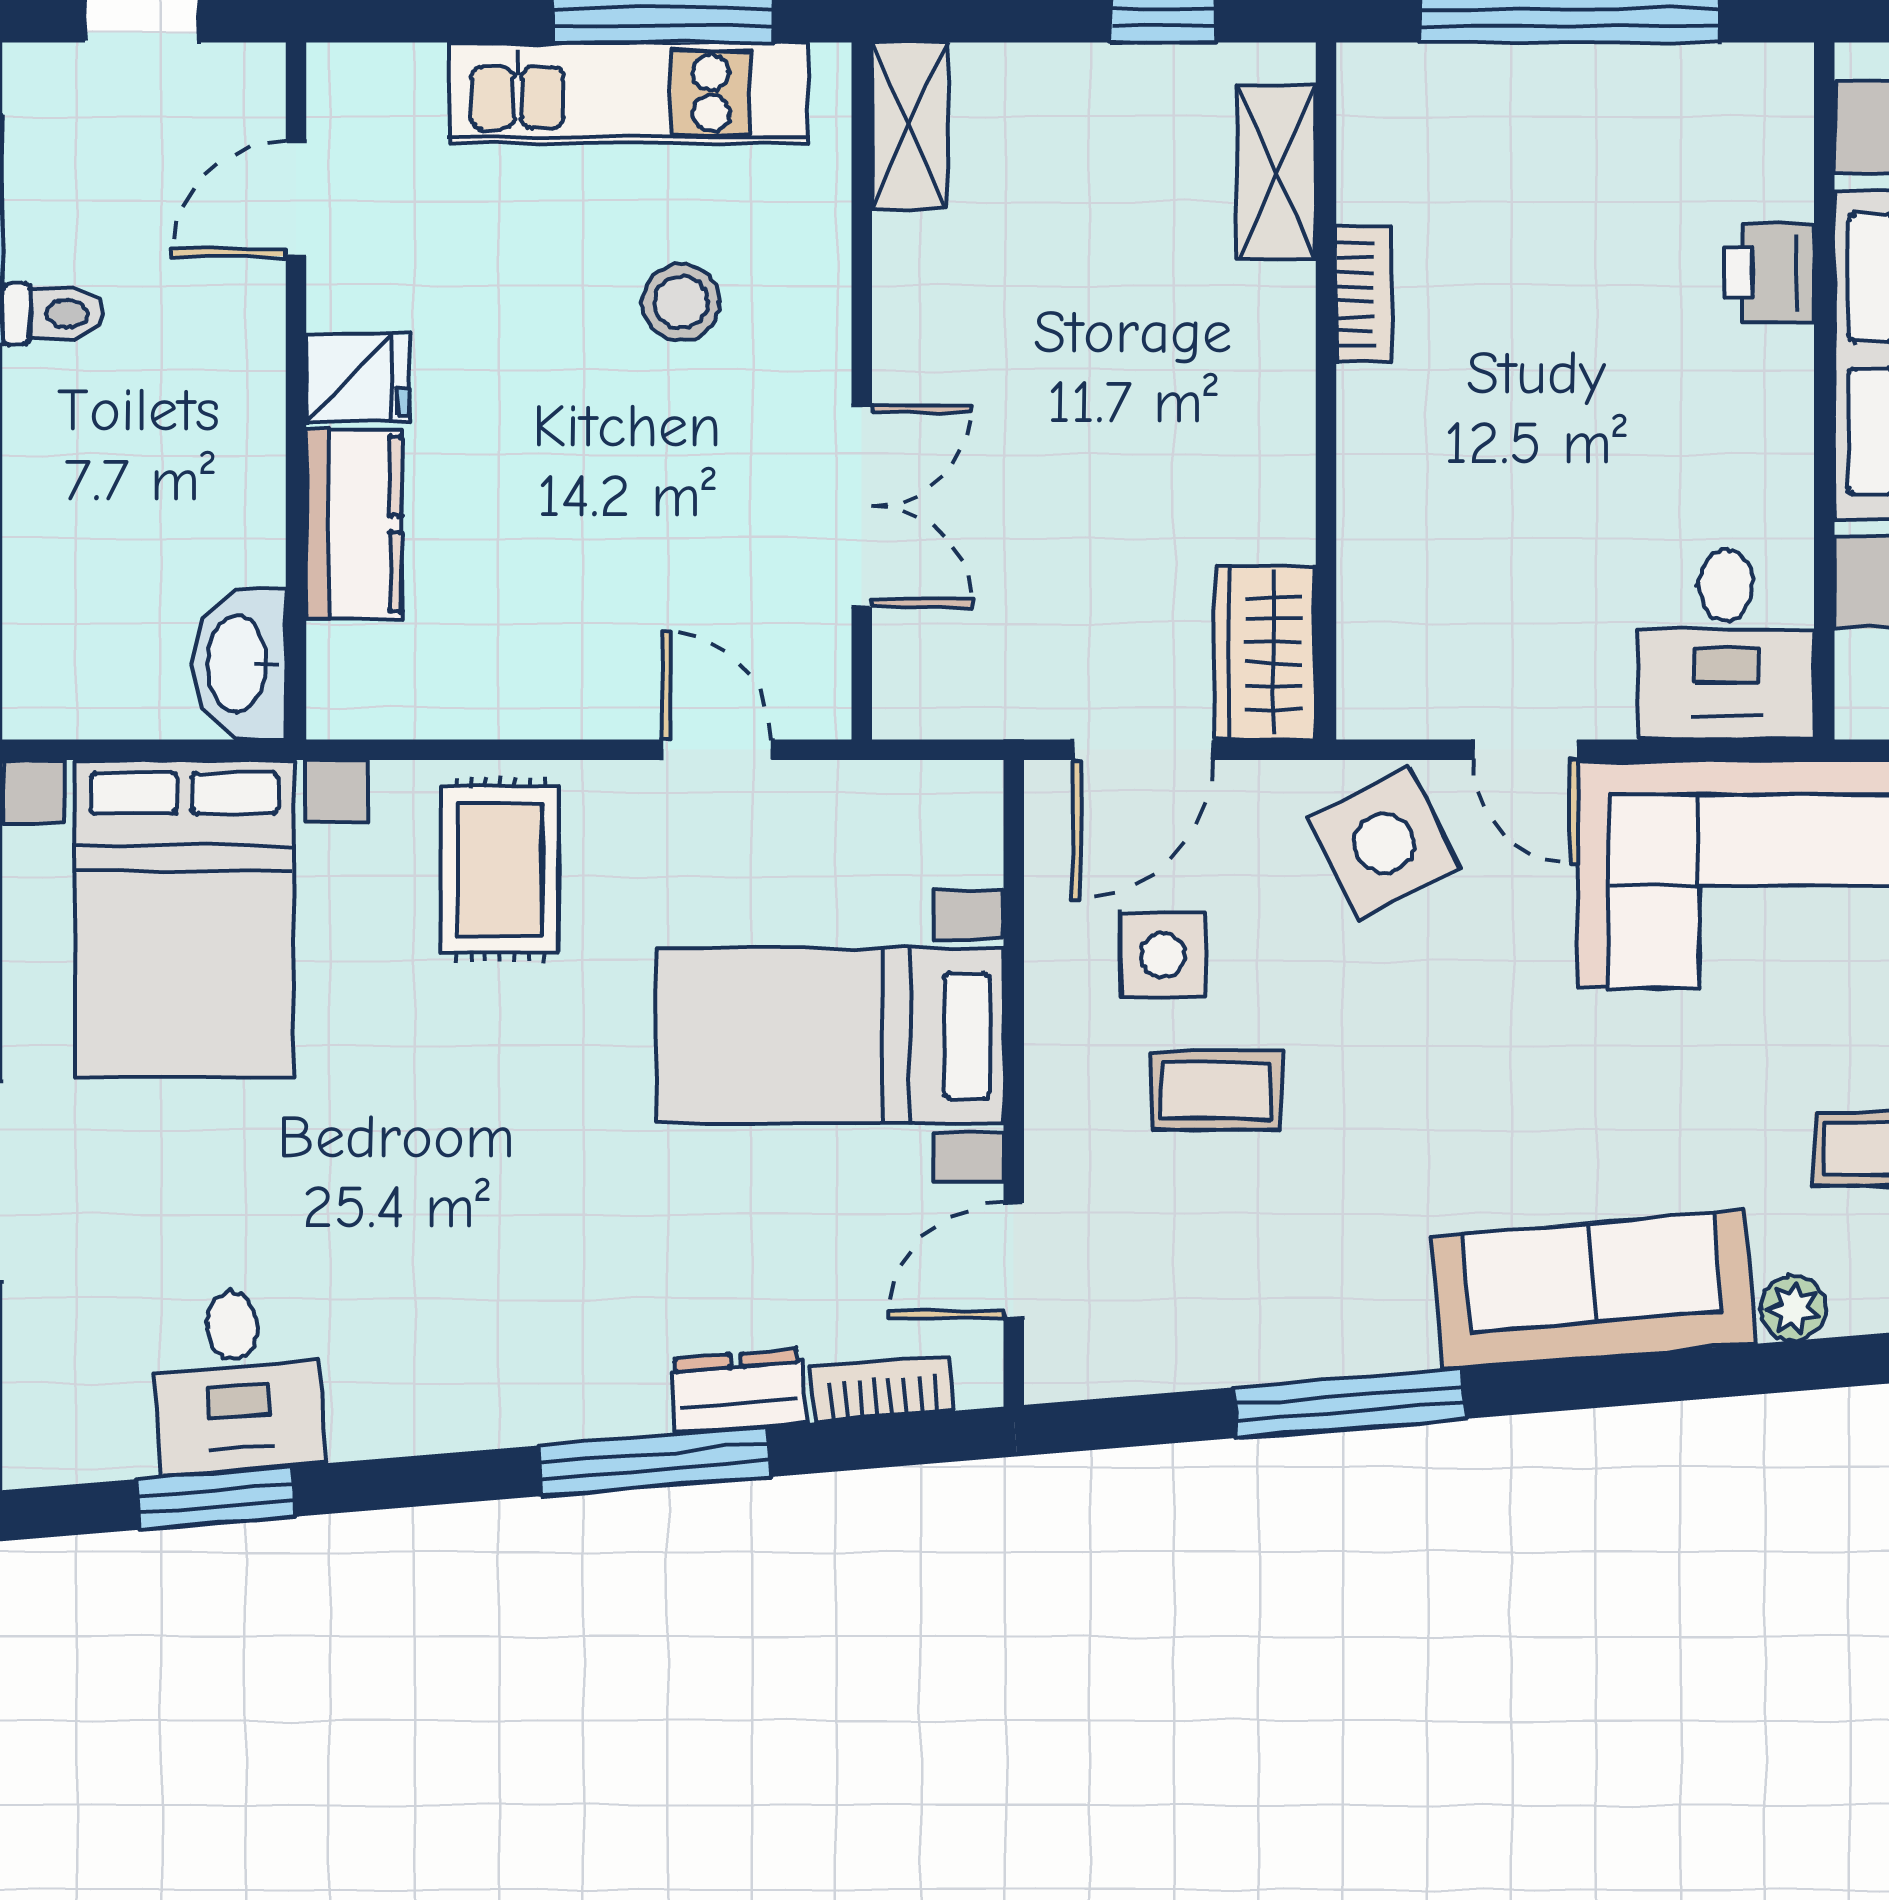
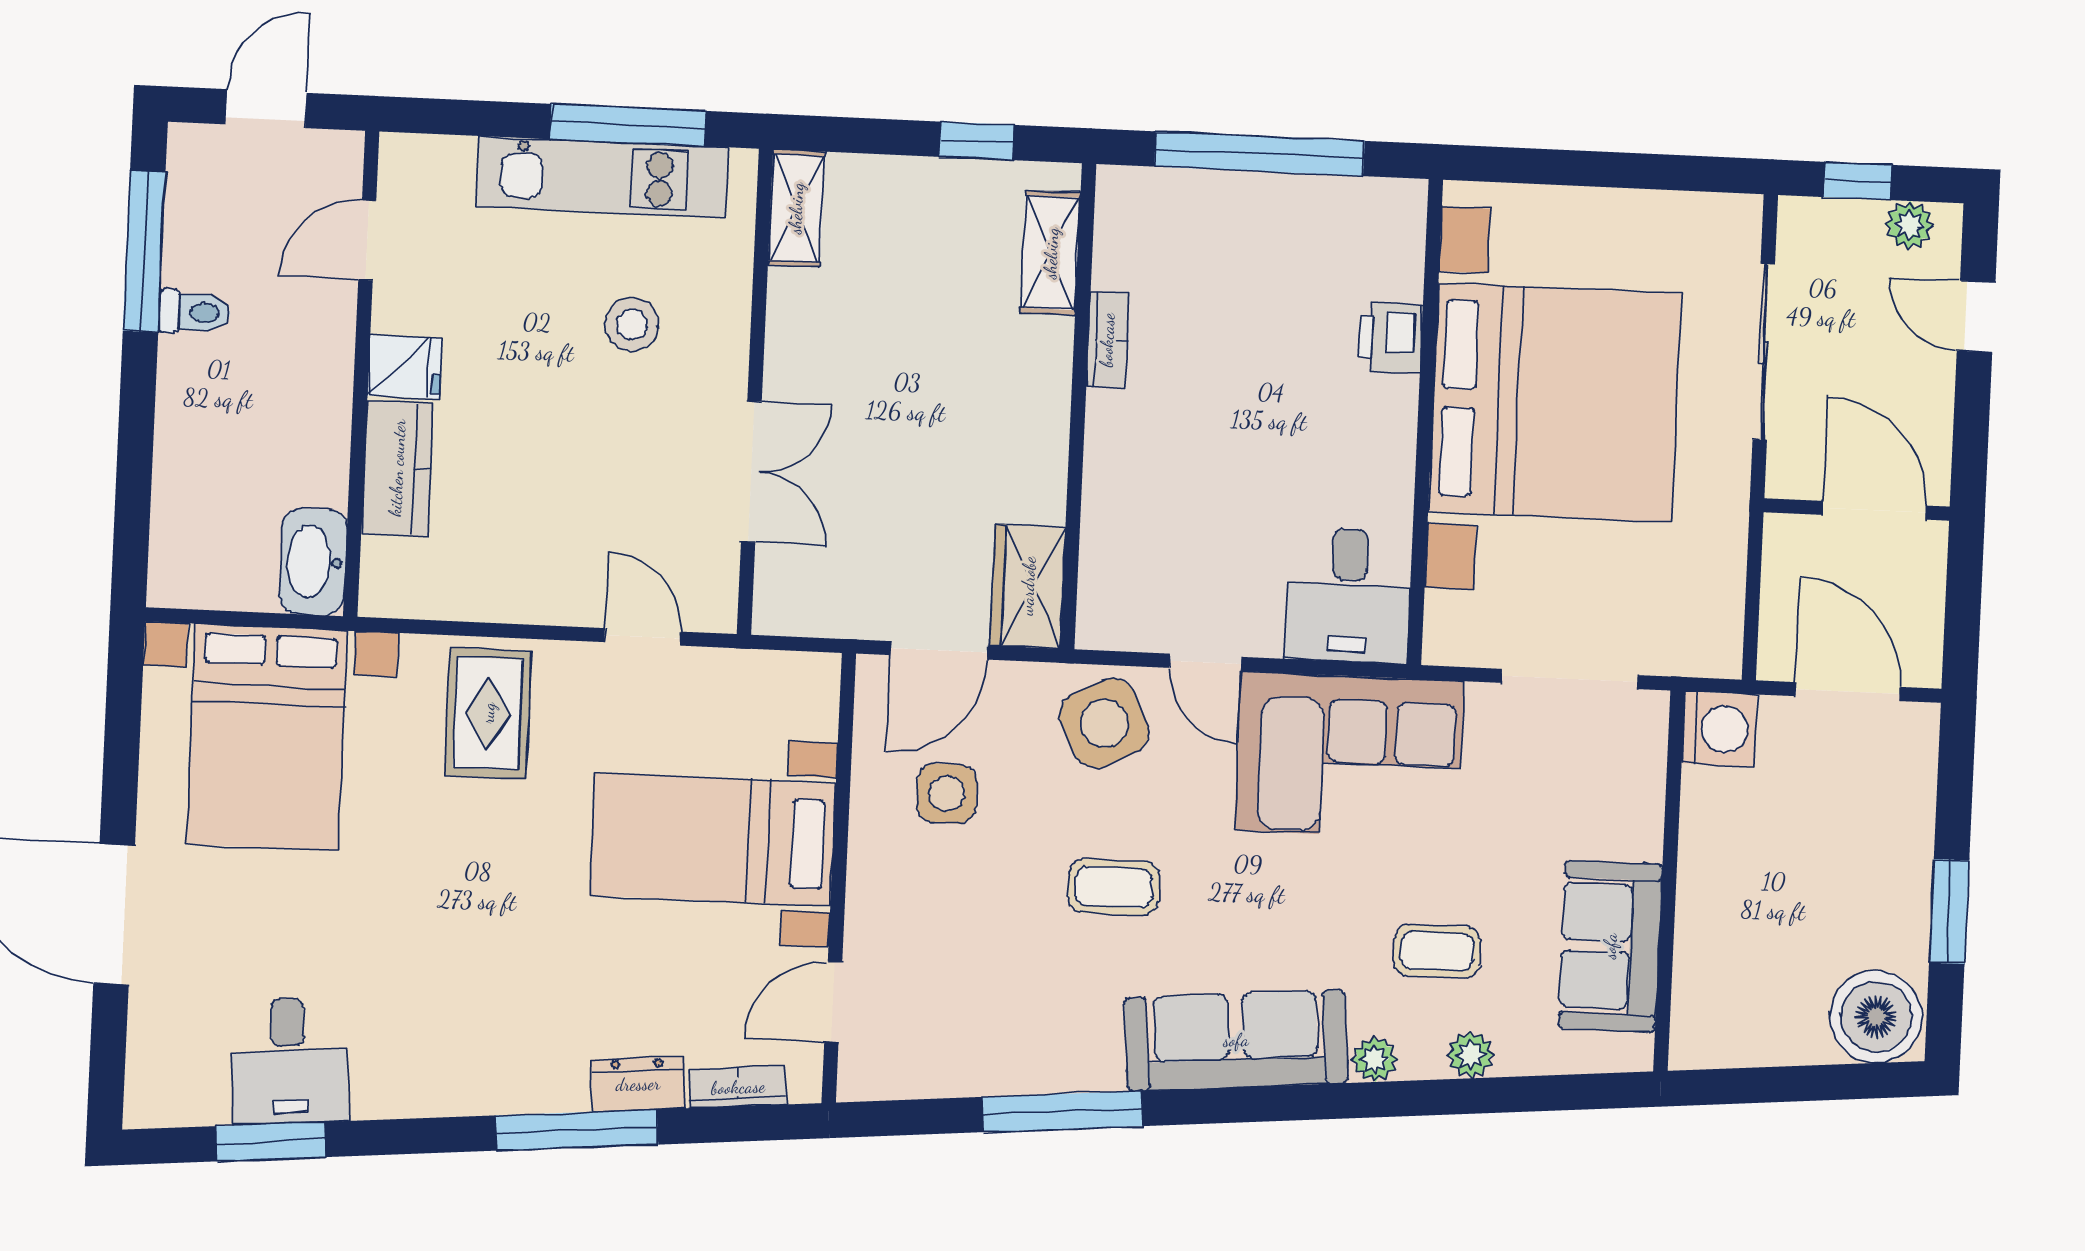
coffee table: (1216, 1091) -> (1114, 887), moved

